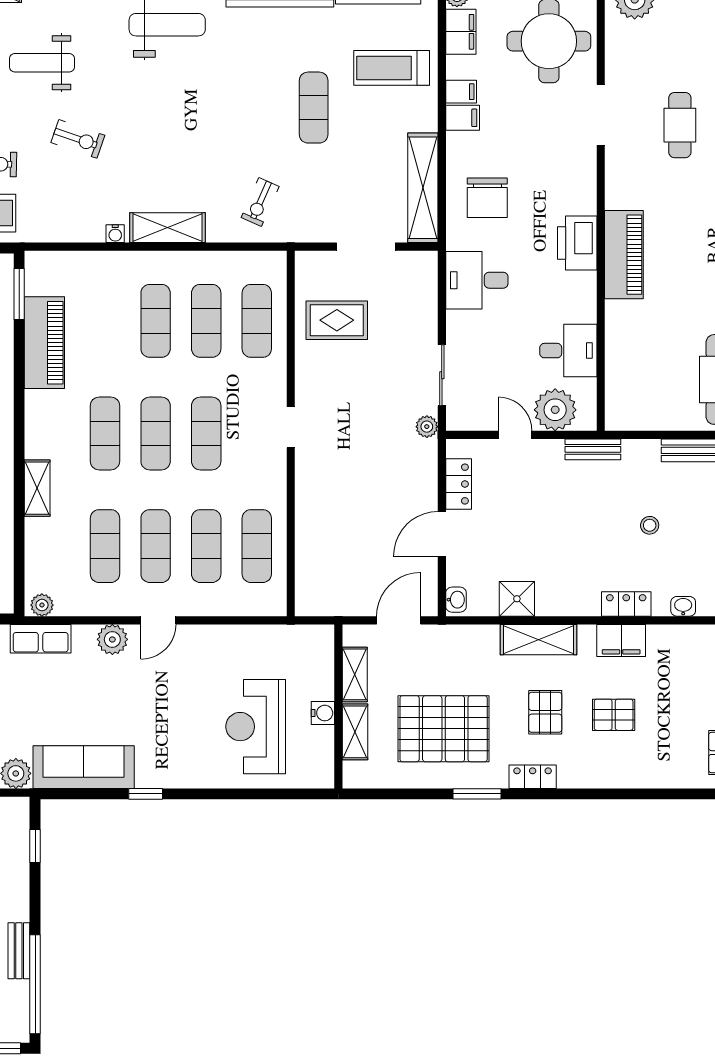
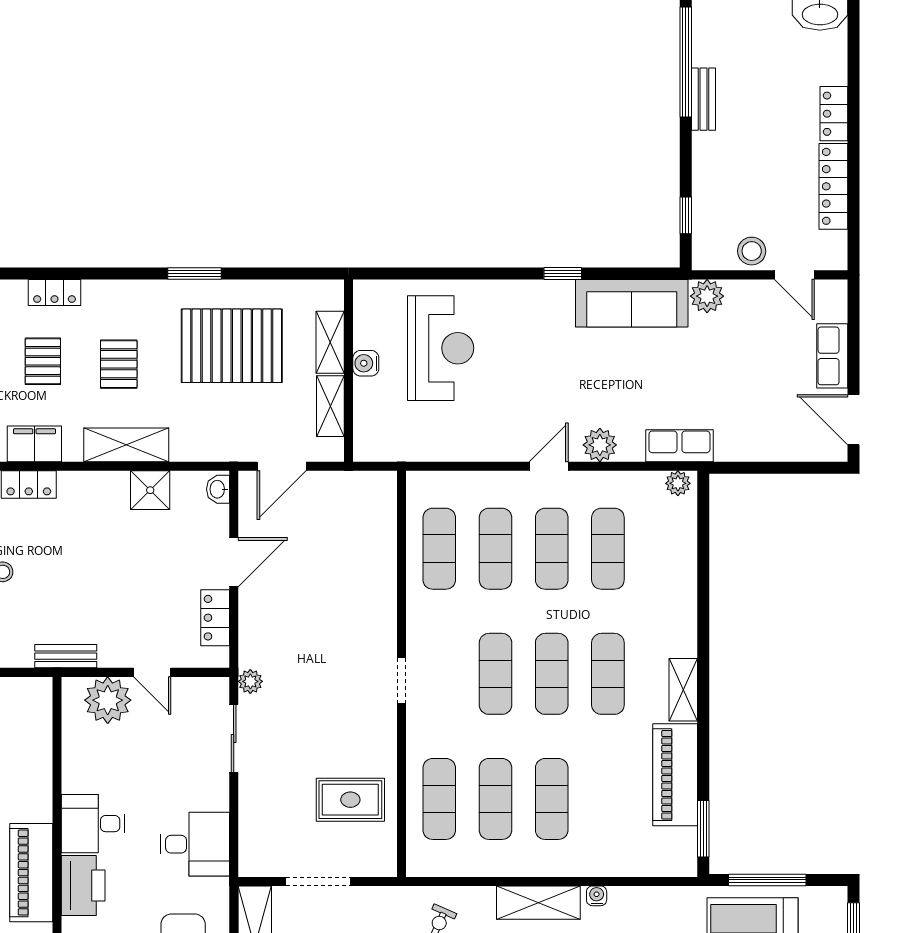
desk: (568, 351) -> (93, 824), moved
shelving: (37, 488) -> (683, 690), moved
pallet: (614, 715) -> (43, 361), turned 90
locker: (533, 777) -> (54, 292), moved

